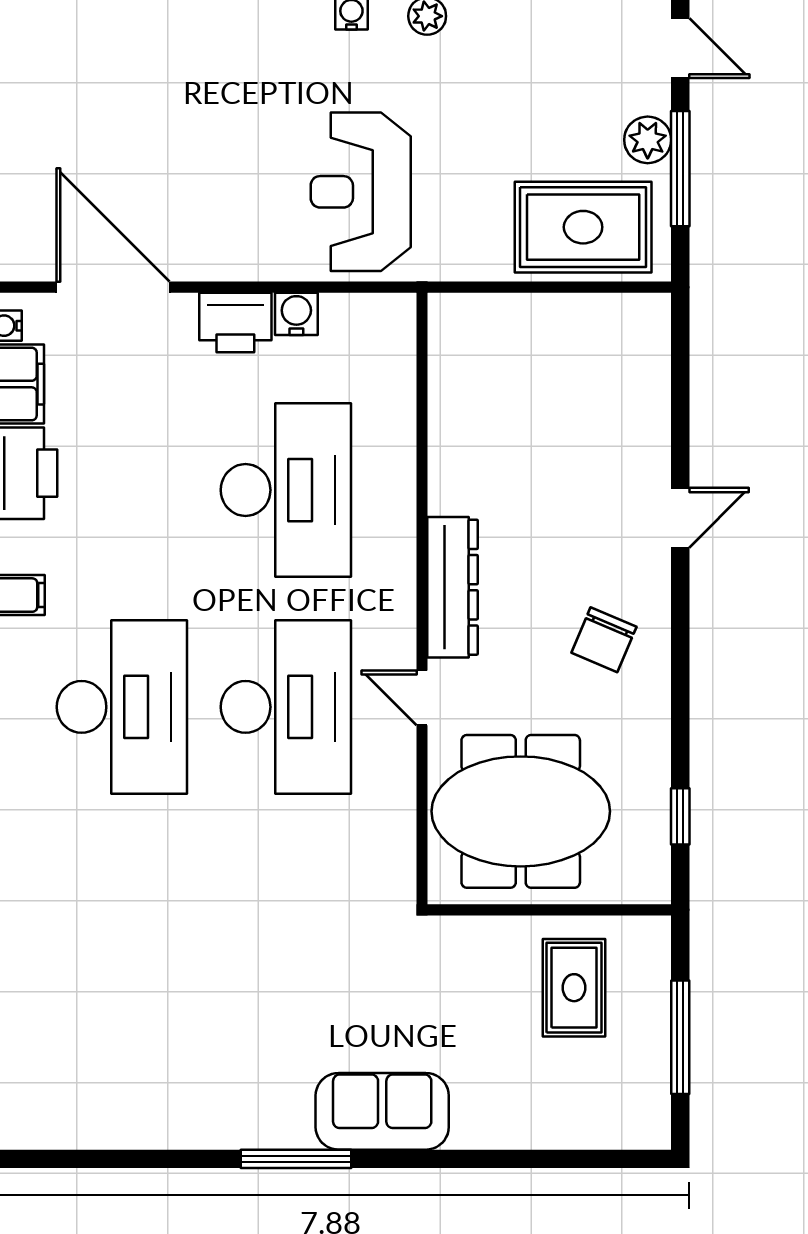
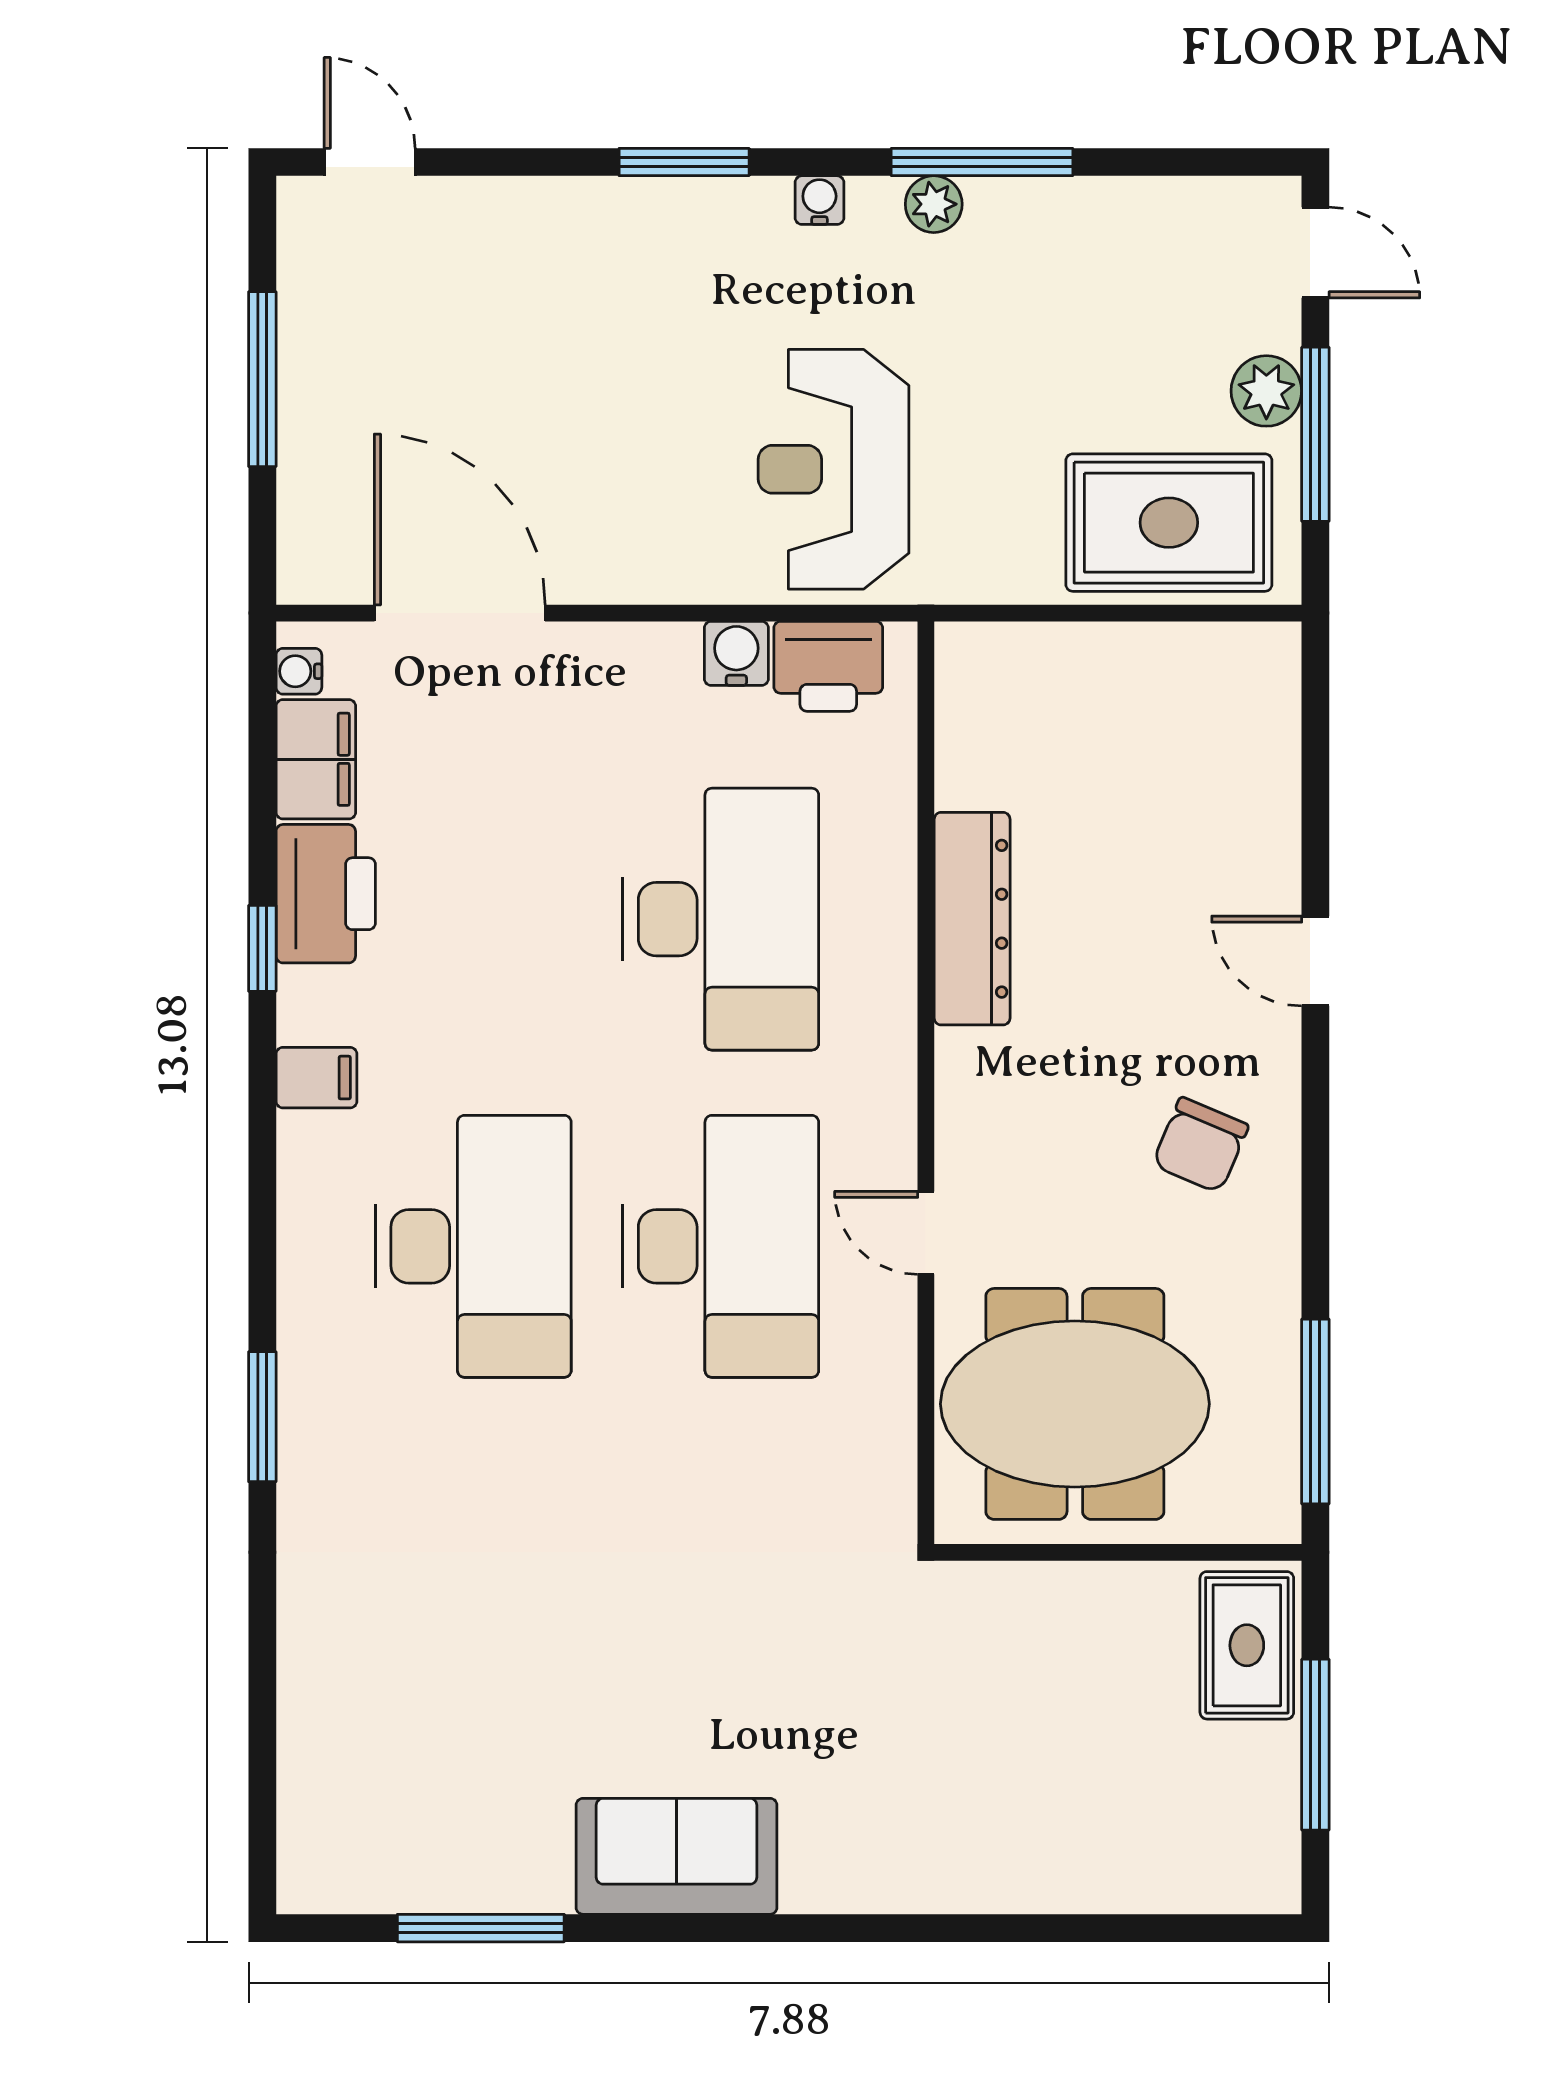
printer: (235, 322) -> (828, 666), moved
door: (680, 518) -> (1315, 961), swing flipped
dresser: (453, 587) -> (972, 919), moved
window: (680, 816) -> (1315, 1411), width x2.17
rug: (574, 988) -> (1247, 1645), moved
sofa: (382, 1111) -> (677, 1856), moved
window: (296, 1159) -> (481, 1928), moved

